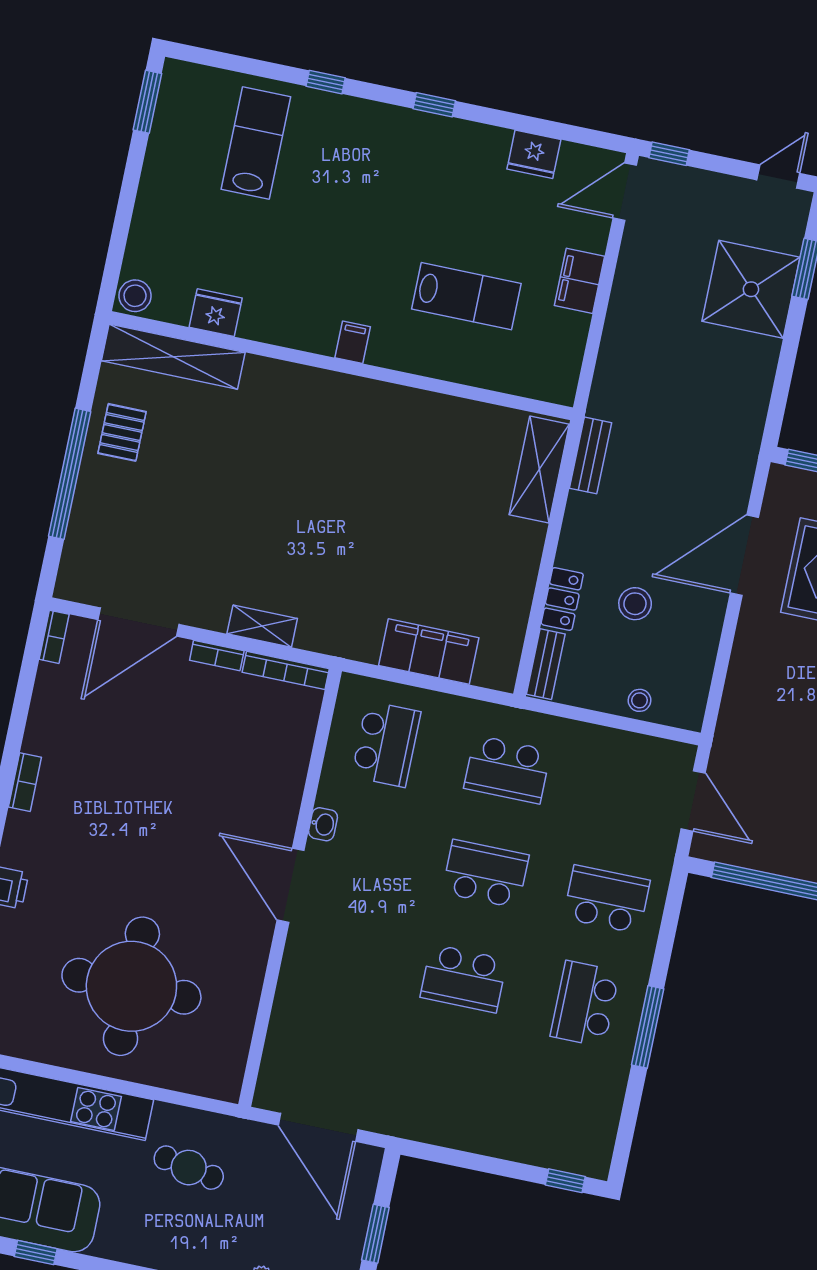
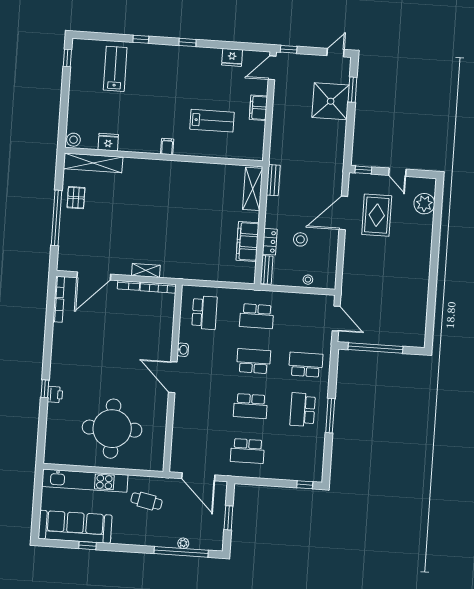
window: (147, 102) -> (67, 58), width x0.67
filing cabinet: (429, 652) -> (247, 242), moved, turned -90
bookcase: (25, 782) -> (58, 310), moved
school desk: (442, 1083) -> (247, 451), added

